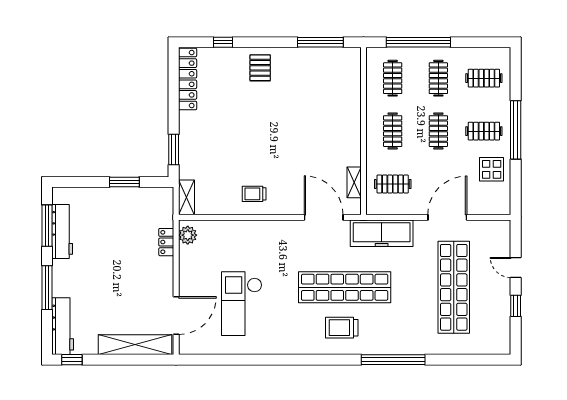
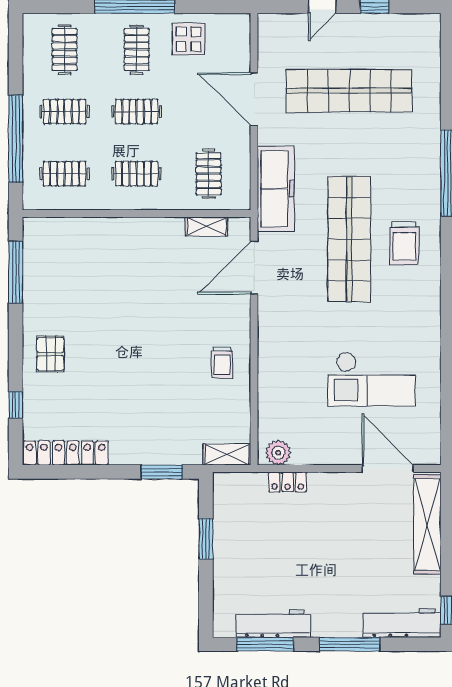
pallet: (260, 68) -> (50, 354), turned 90

